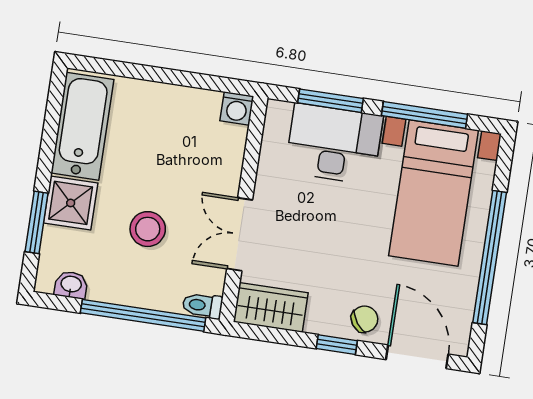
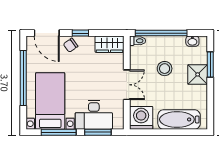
washing machine: (237, 108) -> (141, 118), width x1.89, depth x1.89
bathtub: (82, 126) -> (179, 119), moved, turned 90
double door: (240, 234) -> (127, 85), moved

